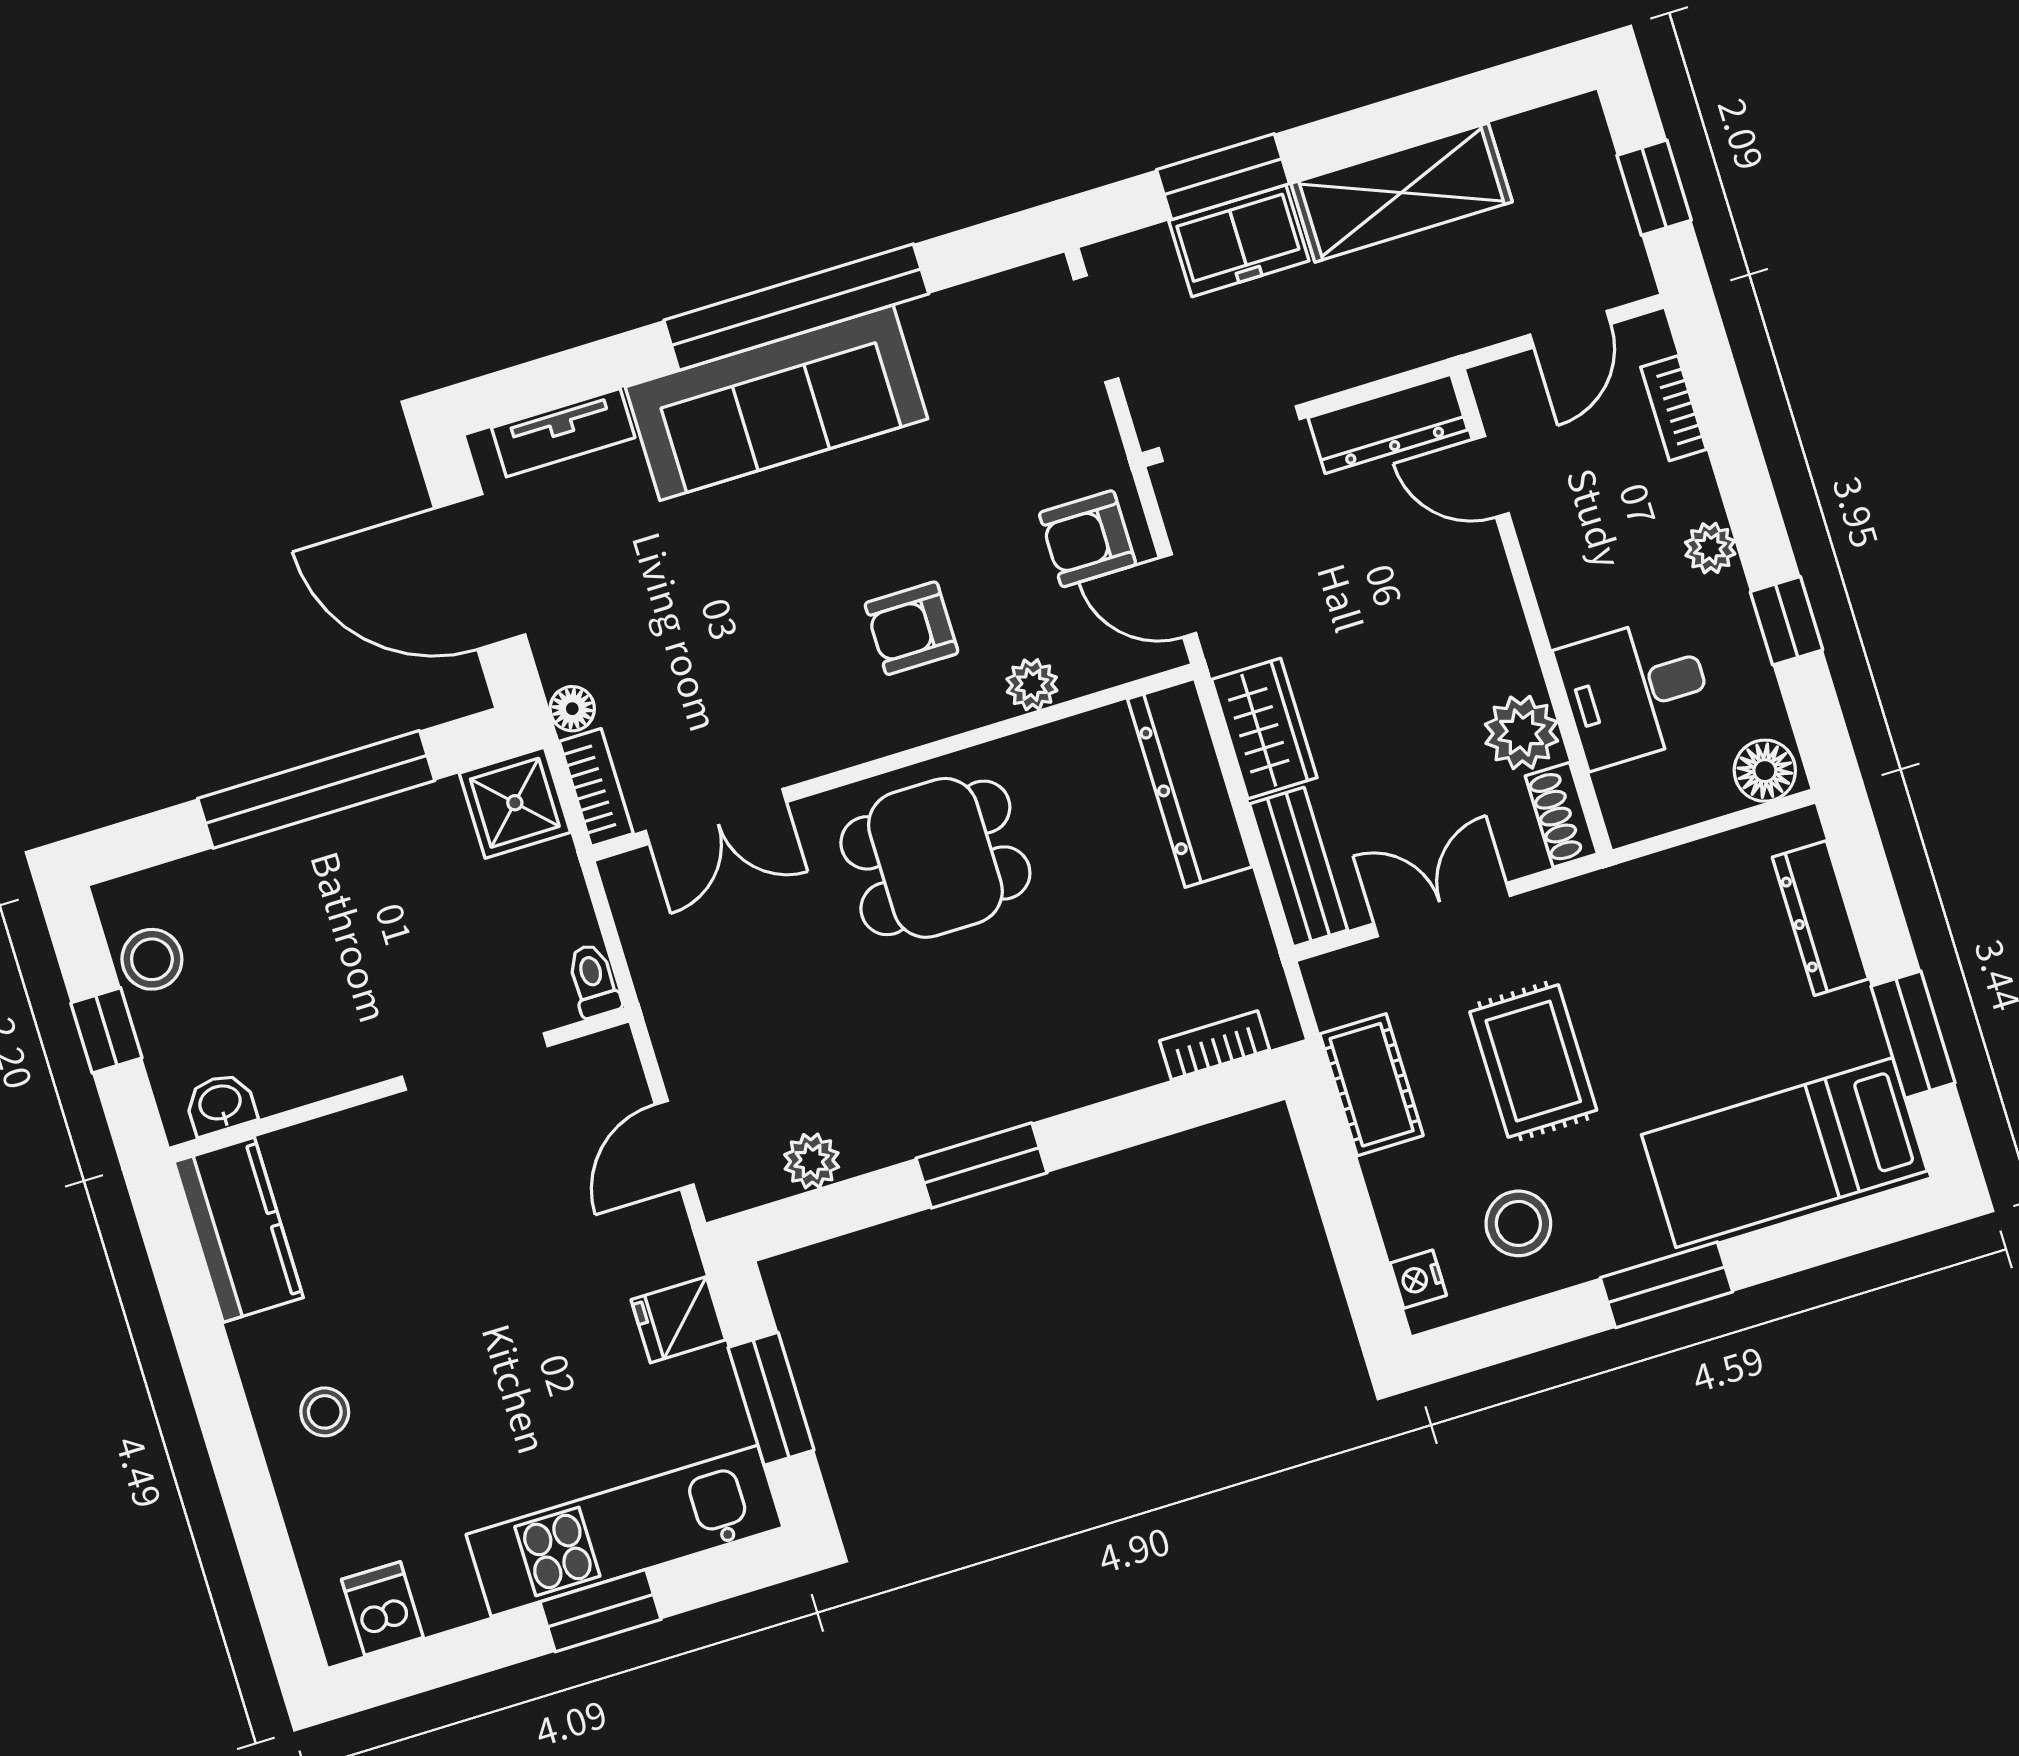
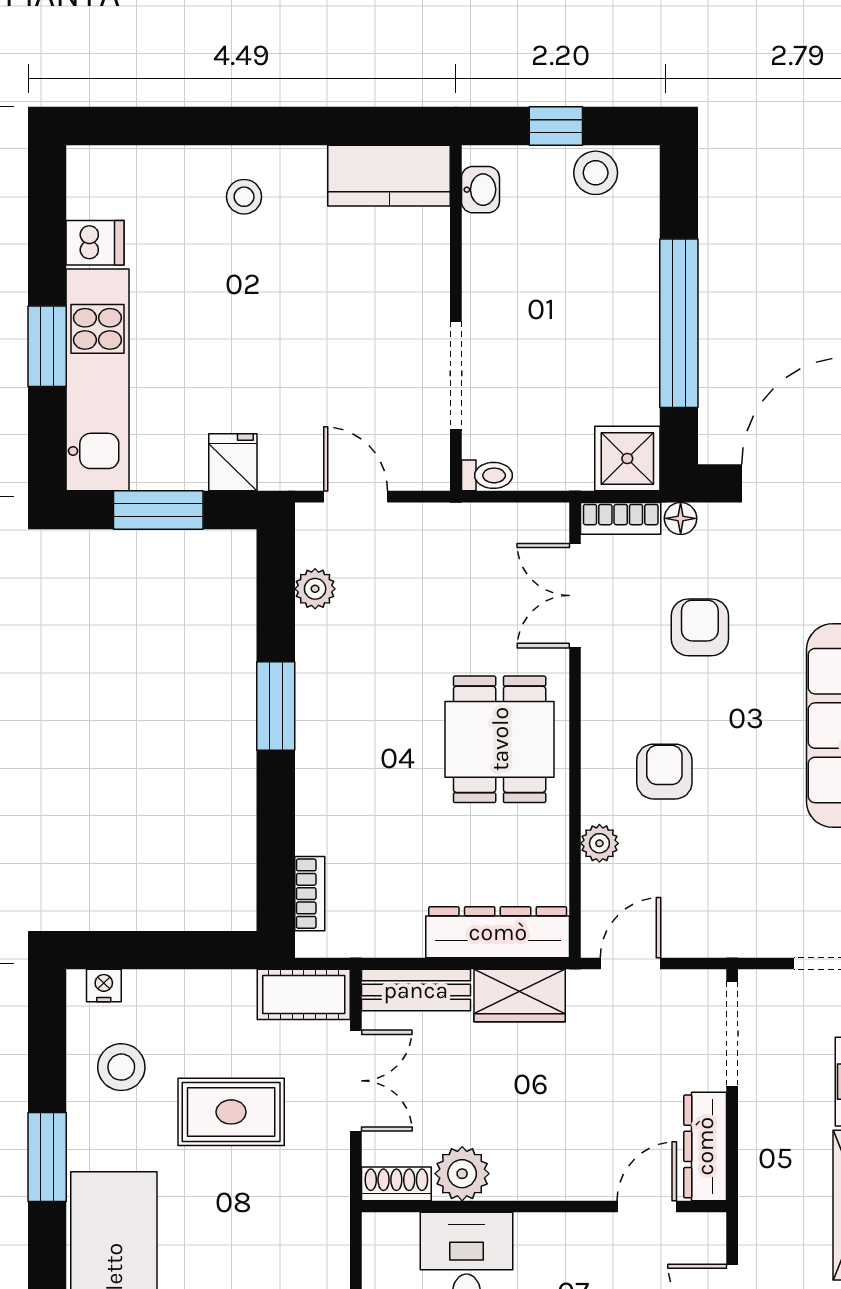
armchair: (1088, 539) -> (700, 627), moved
cot: (1372, 1085) -> (304, 994), moved
dishwasher: (382, 1608) -> (95, 243), moved

